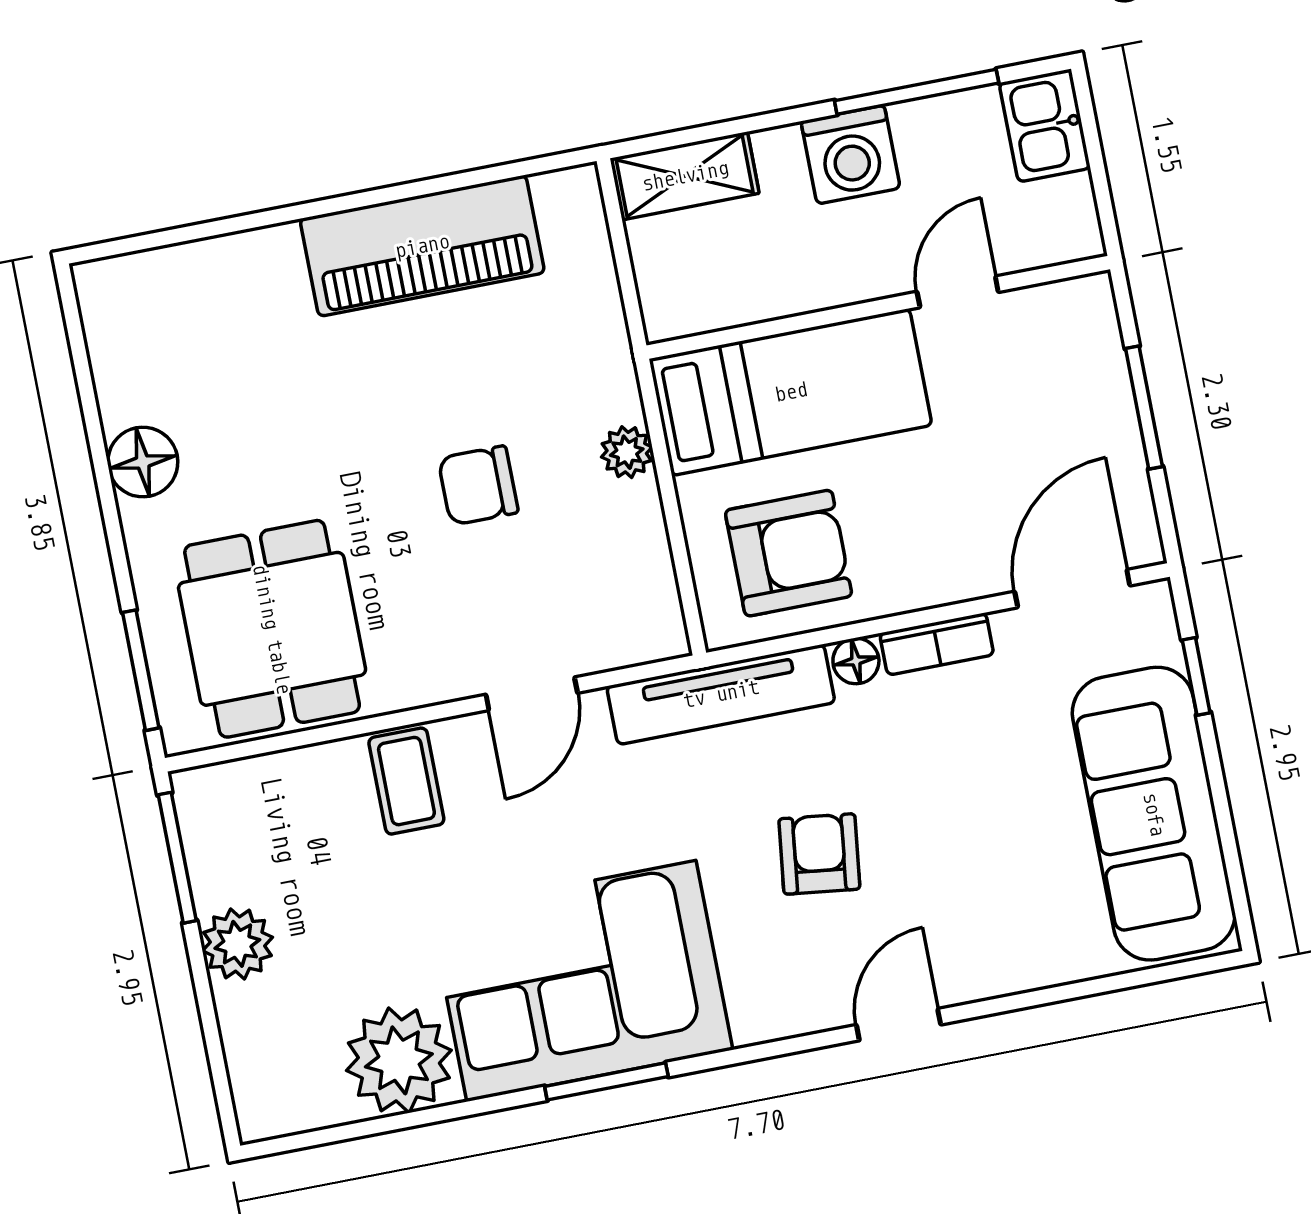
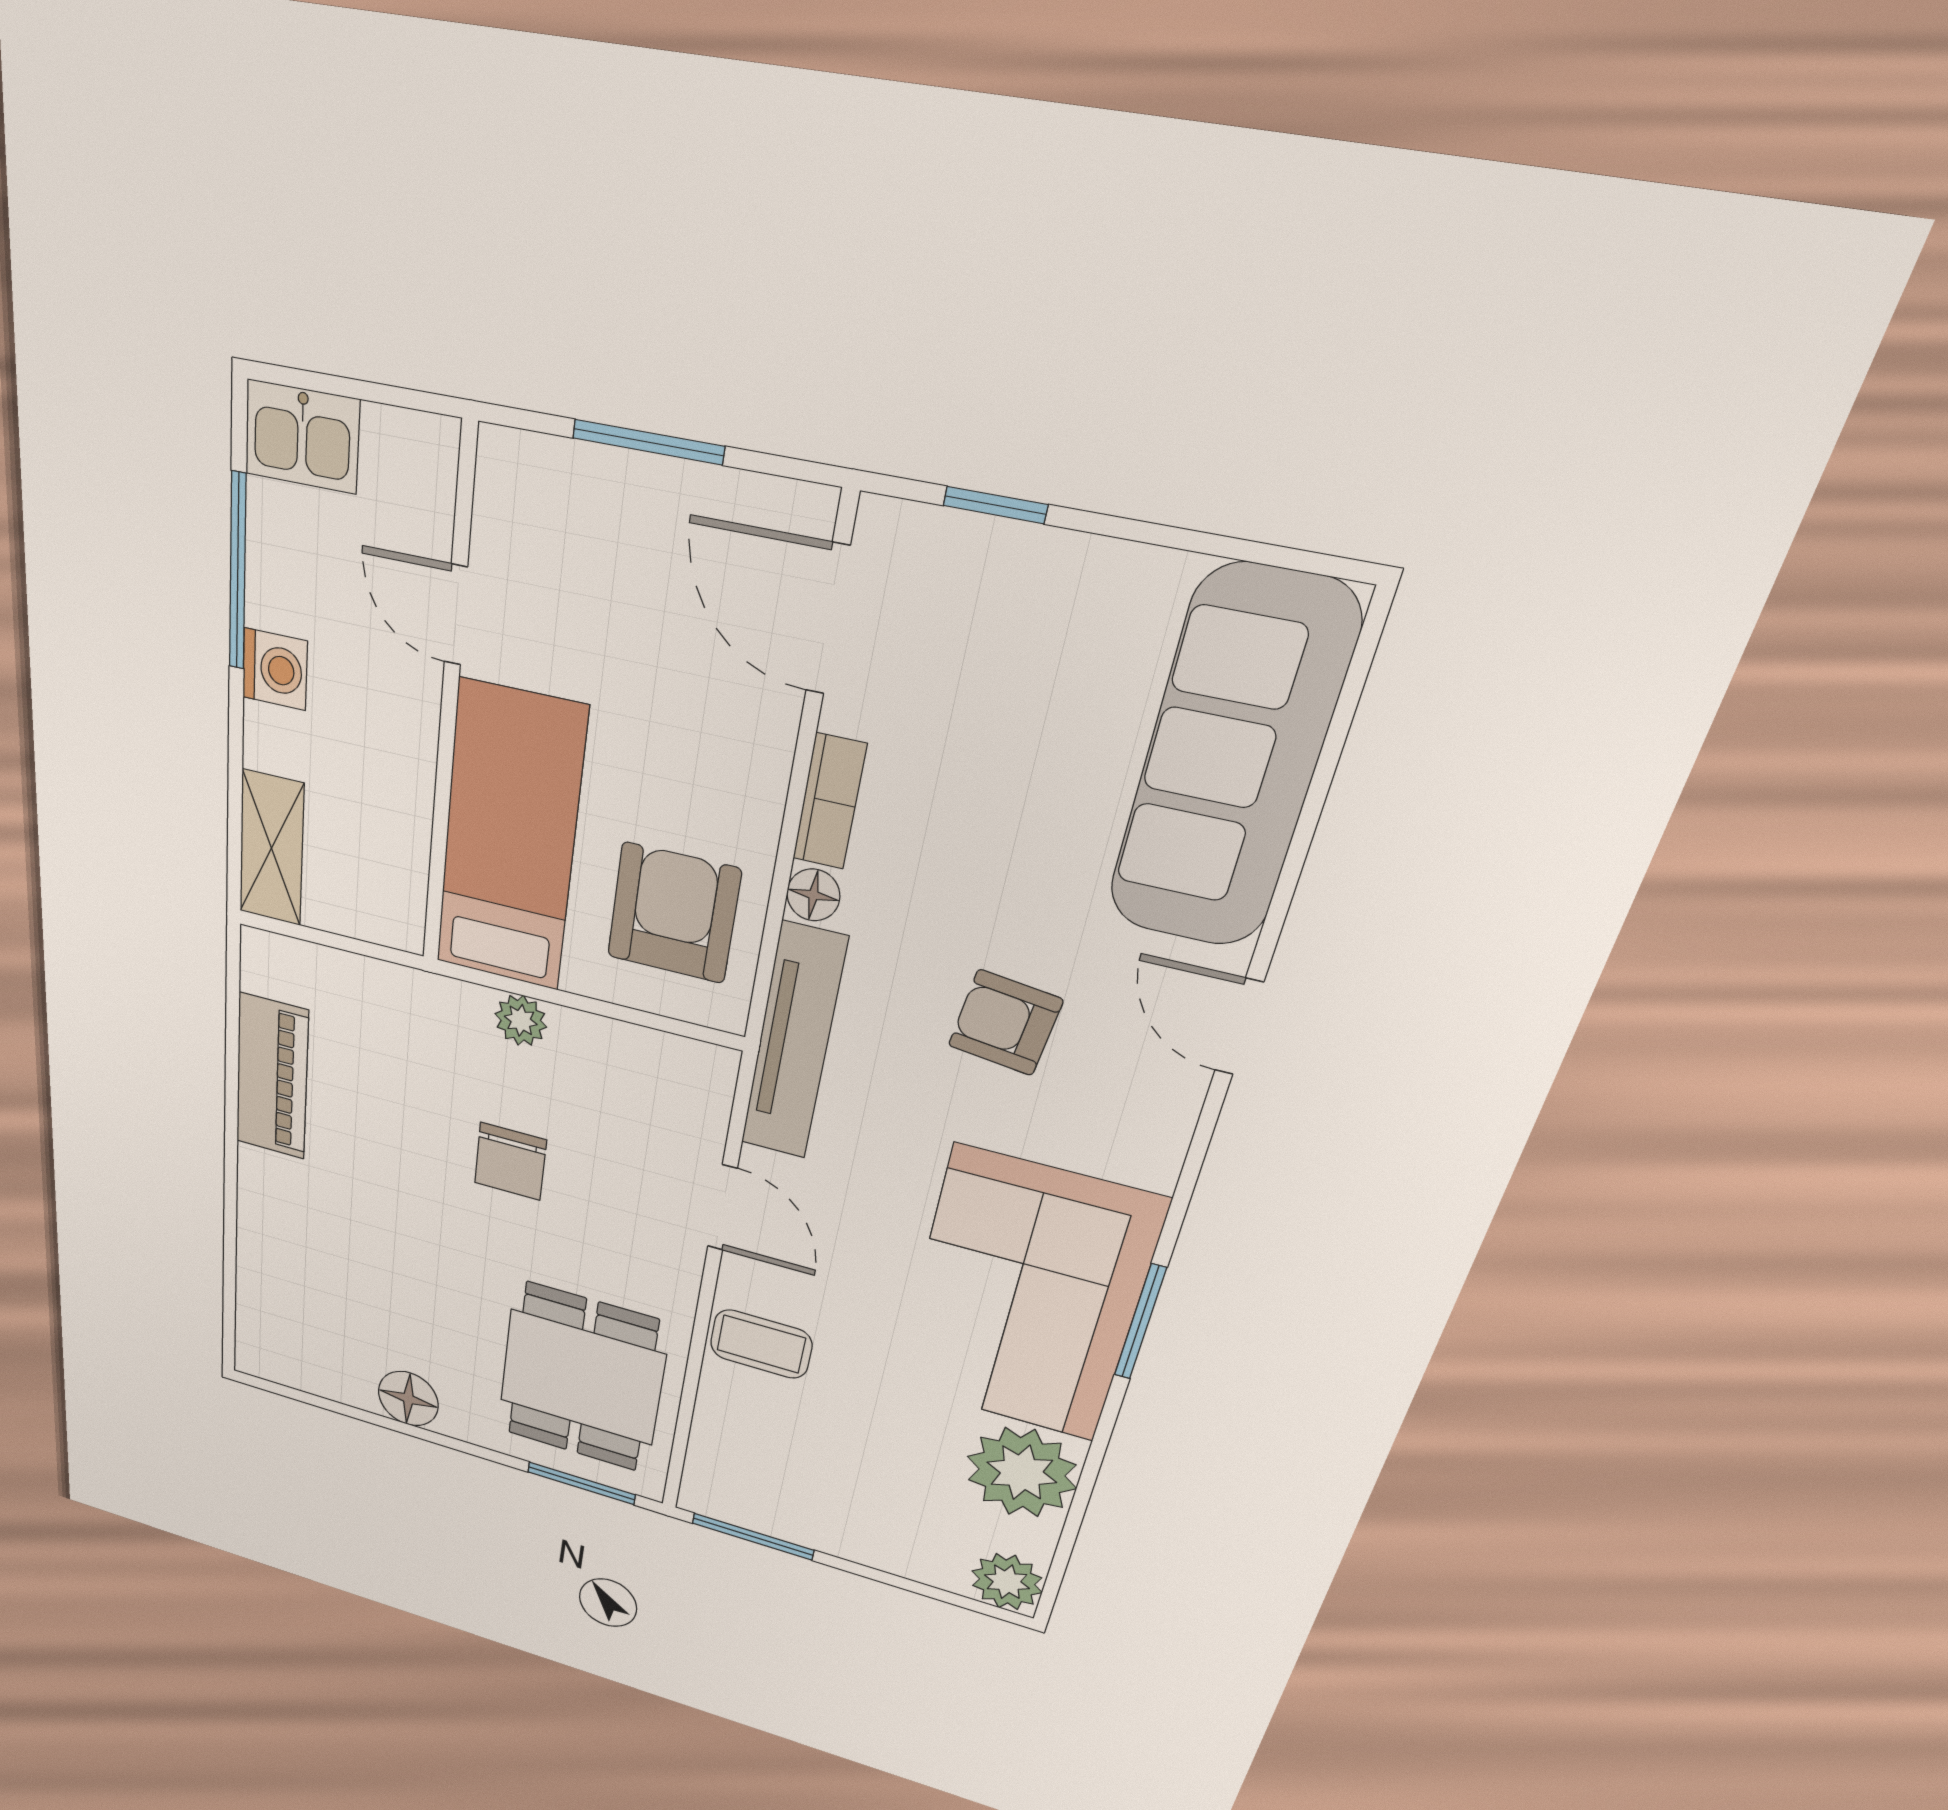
washing machine: (851, 155) -> (275, 669), width x0.73, depth x0.73
piano: (422, 246) -> (272, 1077), width x0.73, depth x0.75
dining table: (272, 629) -> (582, 1377), turned 90
sofa: (1154, 814) -> (1230, 762), moved, turned 90
plant: (237, 944) -> (1007, 1582), moved

